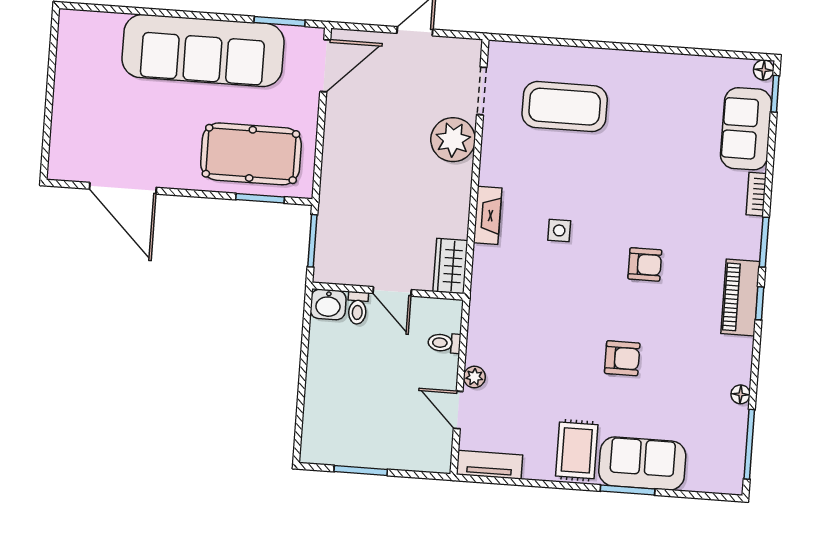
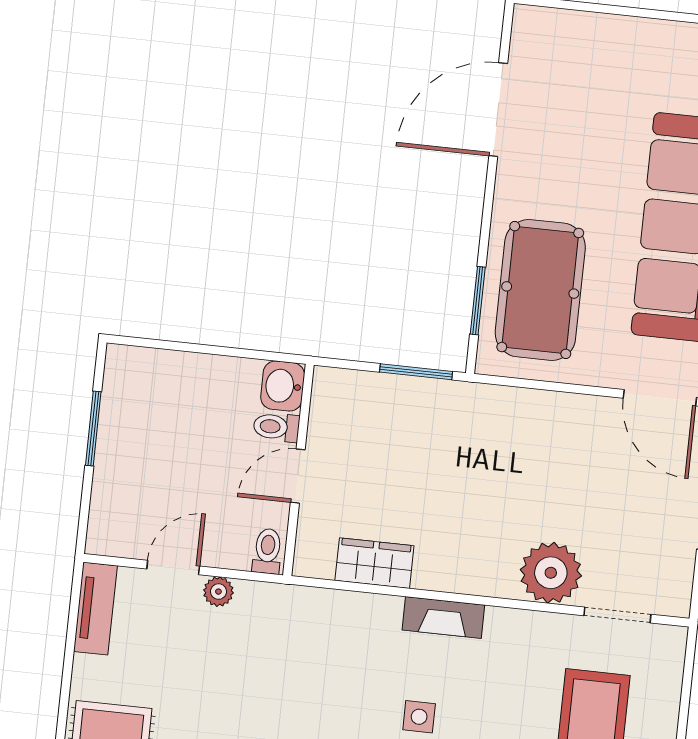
wall: (388, 291) -> (298, 470), moved
door: (392, 291) -> (298, 476), moved
washbasin: (328, 304) -> (283, 386), moved
toilet: (358, 308) -> (276, 427), moved

